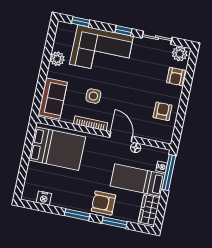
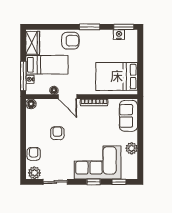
window: (124, 31) -> (94, 182), moved
side table: (93, 96) -> (96, 125), removed
armchair: (163, 111) -> (57, 133), moved, turned 180
floor lamp: (166, 137) -> (31, 104), added
window: (114, 222) -> (124, 27), moved

